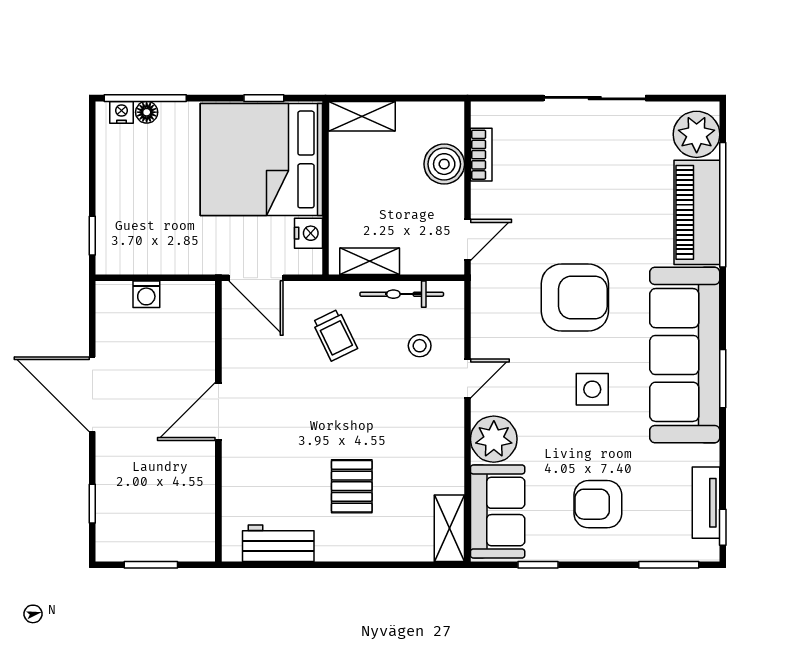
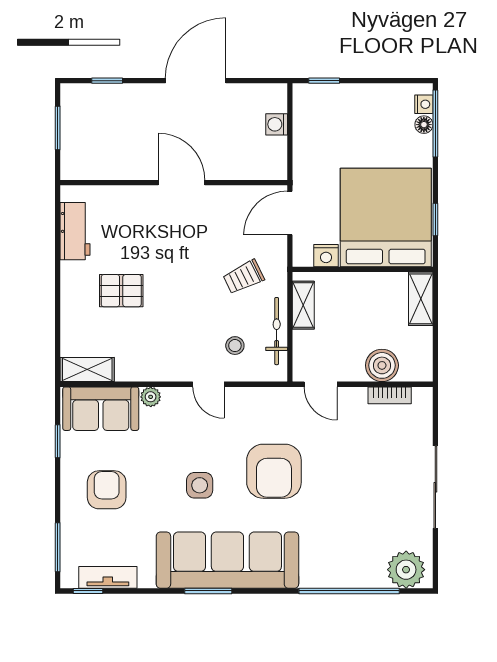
piano: (697, 212) -> (343, 570), removed
plant: (494, 439) -> (151, 397), width x0.53, depth x0.53

